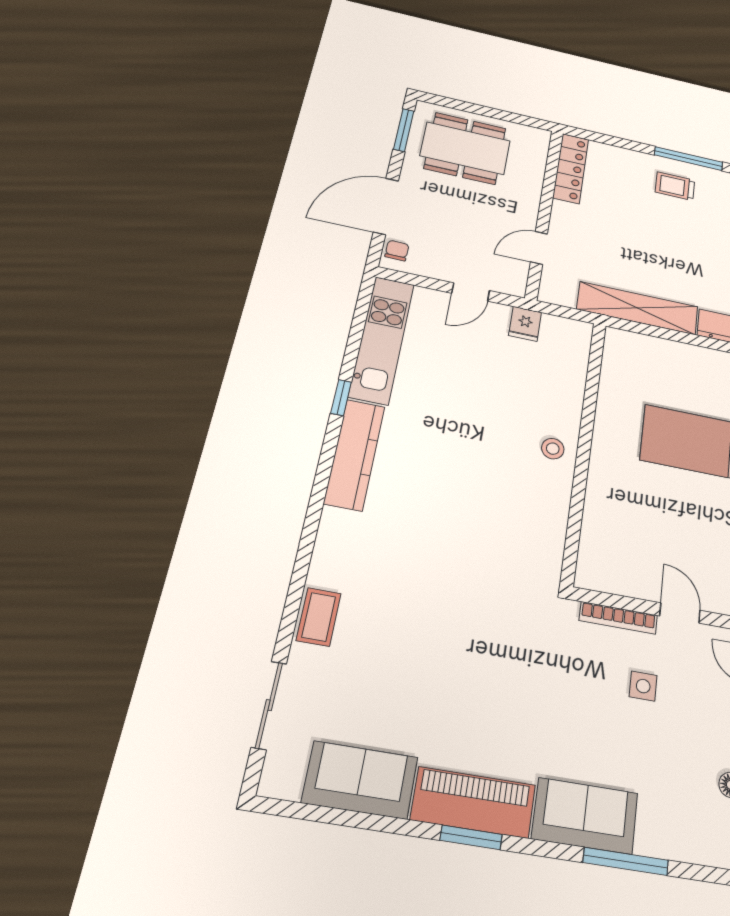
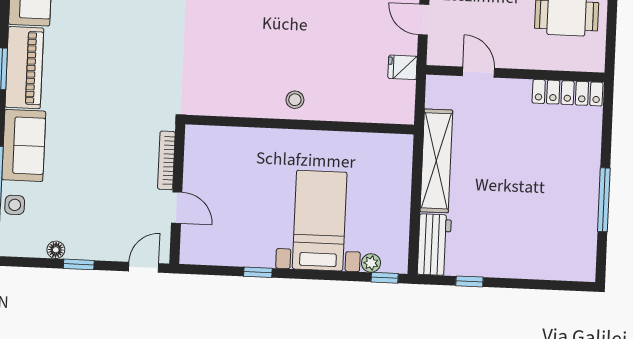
trolley: (675, 186) -> (570, 188), removed
door: (680, 613) -> (177, 208), hinge flipped
side table: (643, 686) -> (15, 205), moved

